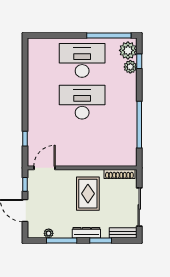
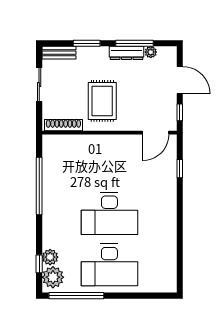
sliding door: (139, 207) -> (39, 85), width x0.73
dresser: (86, 233) -> (126, 53), moved

